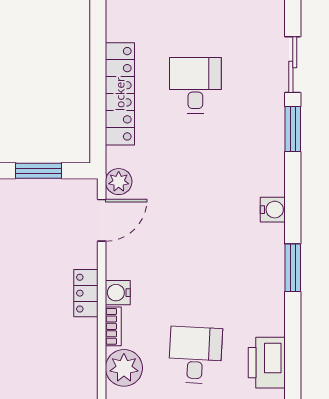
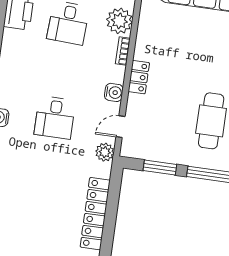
desk: (195, 85) -> (55, 117), moved
door: (102, 220) -> (120, 127), width x0.73
water cooler: (118, 293) -> (114, 92), moved

